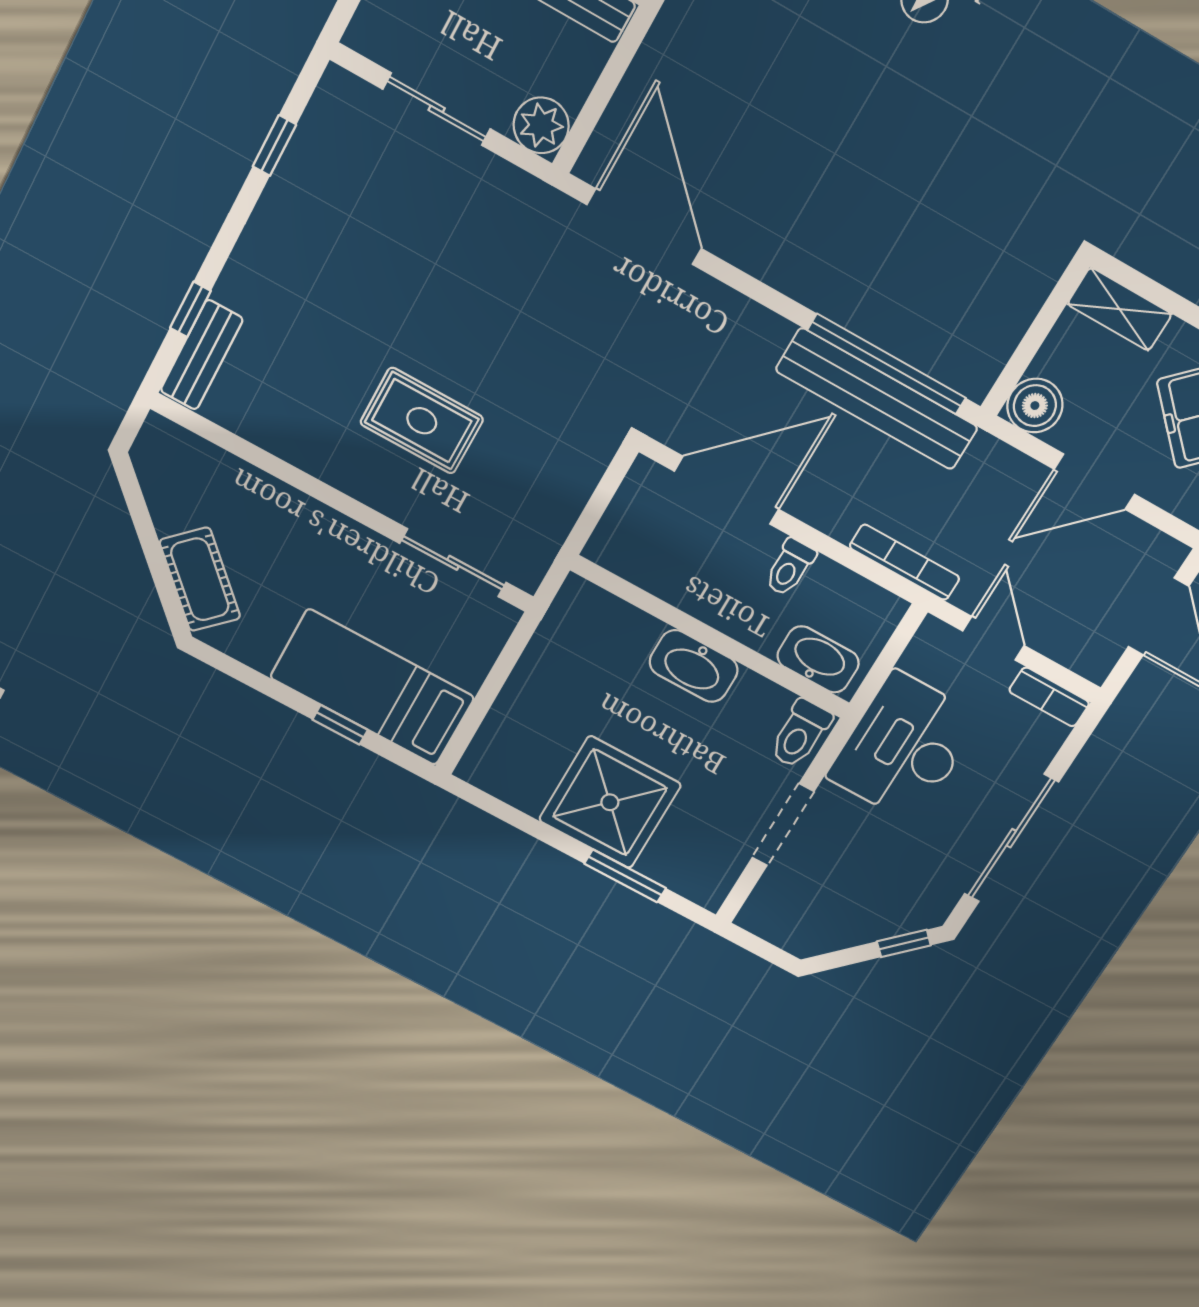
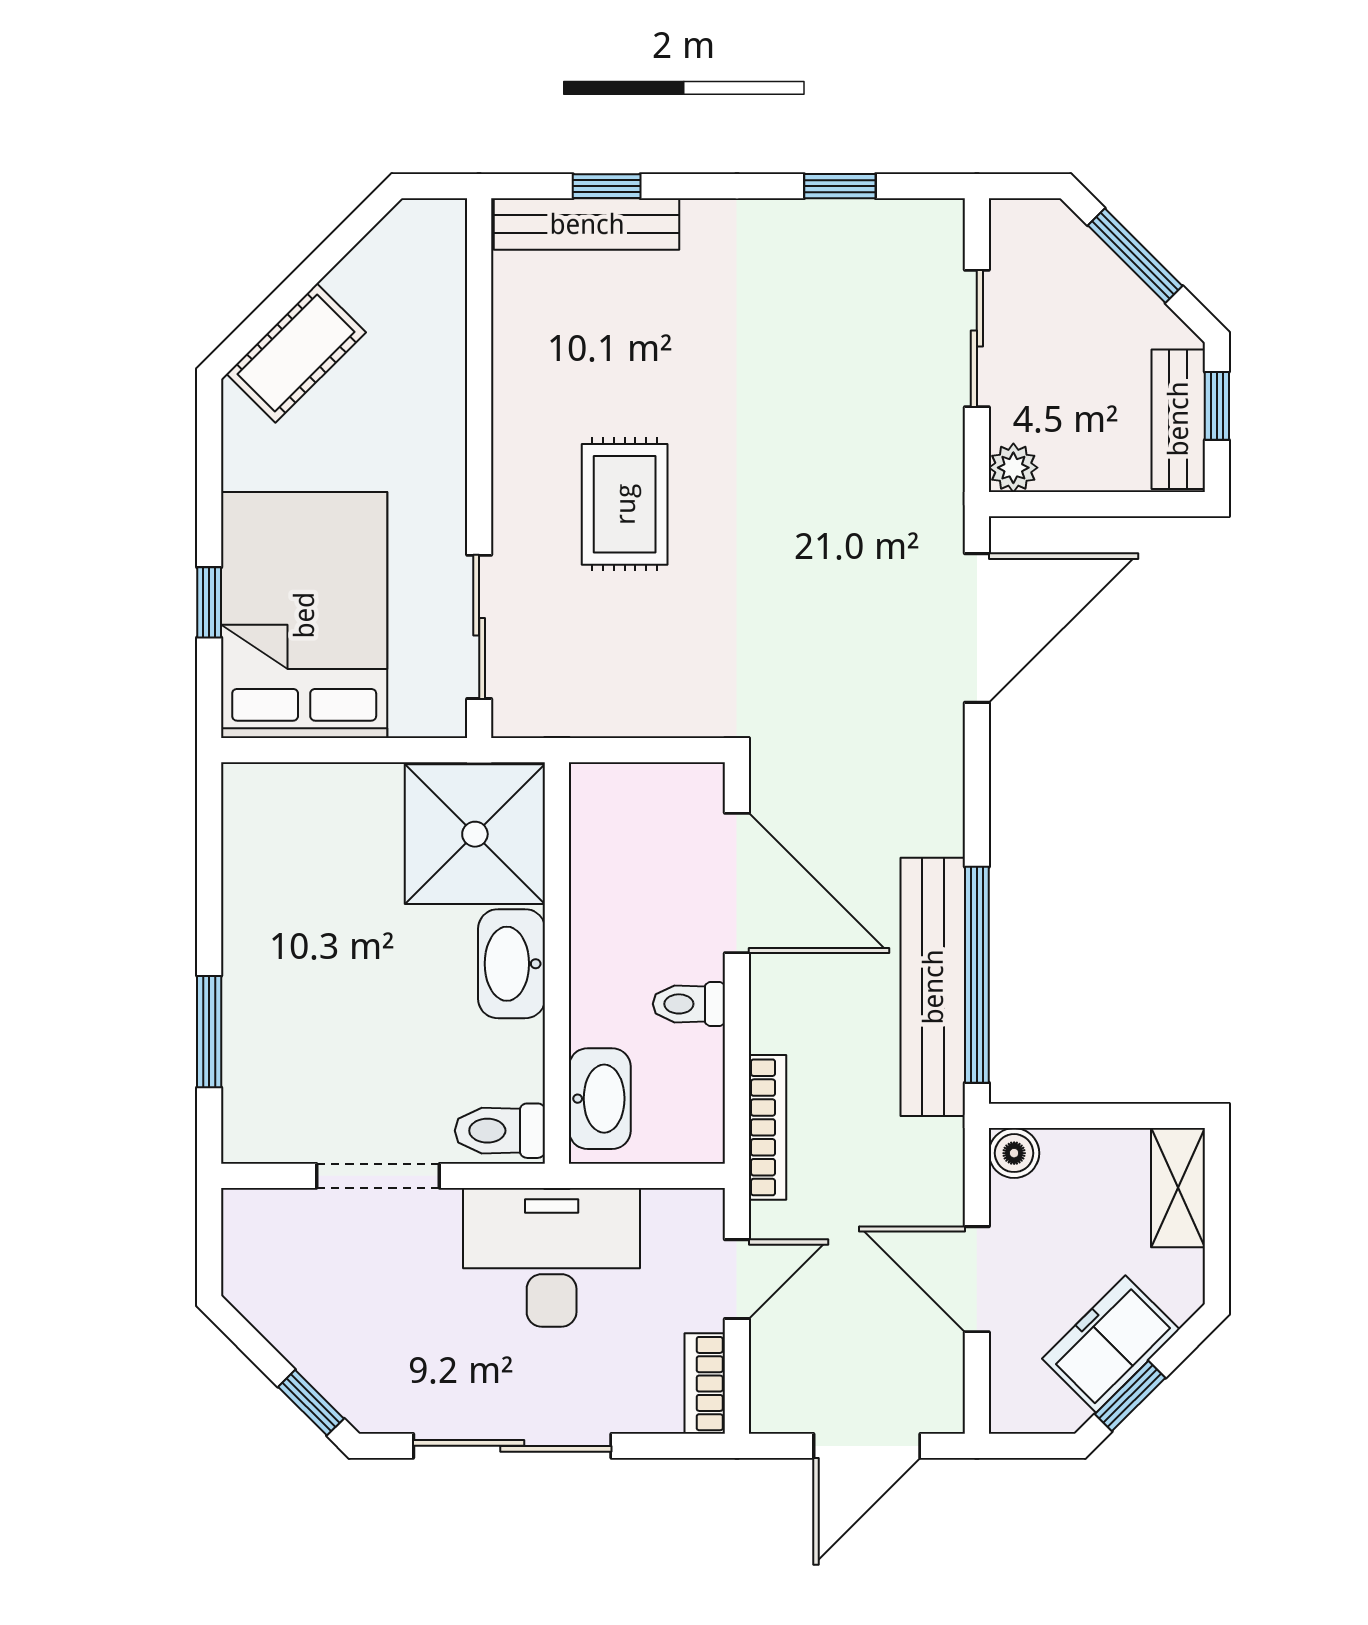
plant: (541, 125) -> (1013, 468), width x0.73, depth x0.73
bench: (202, 355) -> (587, 224), width x1.36
boiler: (1035, 406) -> (1014, 1153), width x0.73, depth x0.73
bed: (372, 687) -> (304, 615), width x1.50
shower: (610, 802) -> (475, 834), moved

